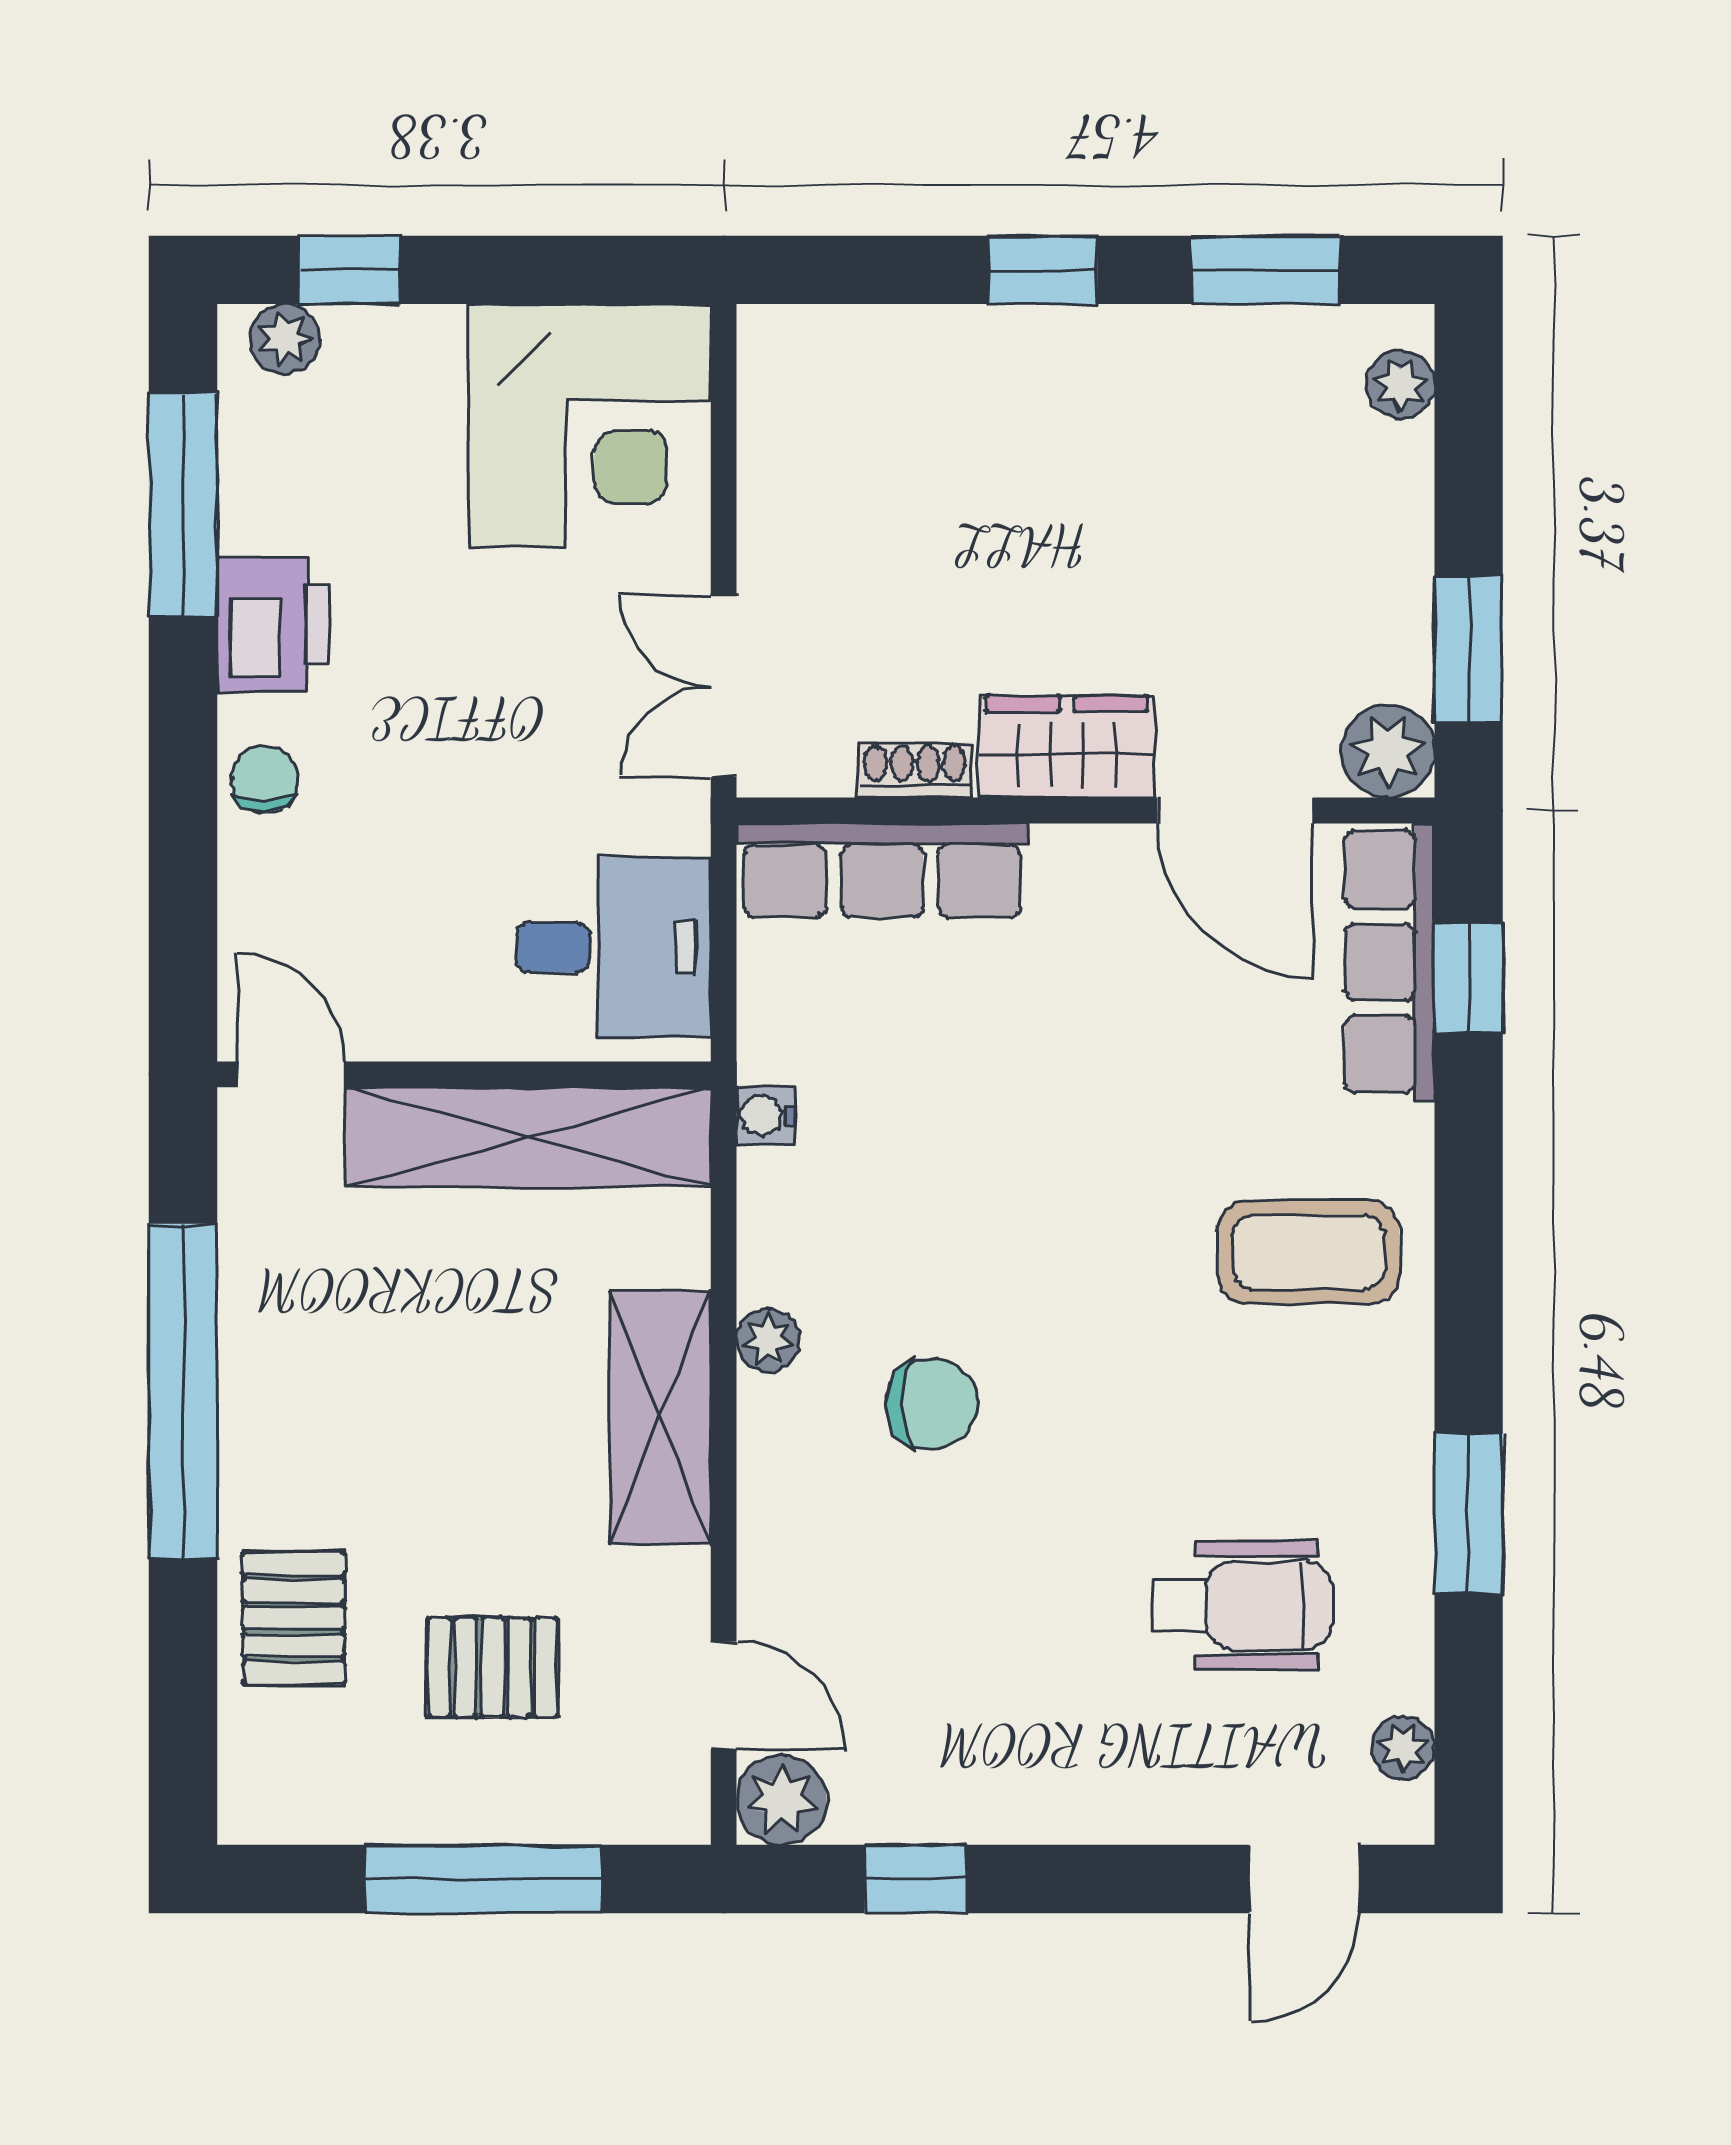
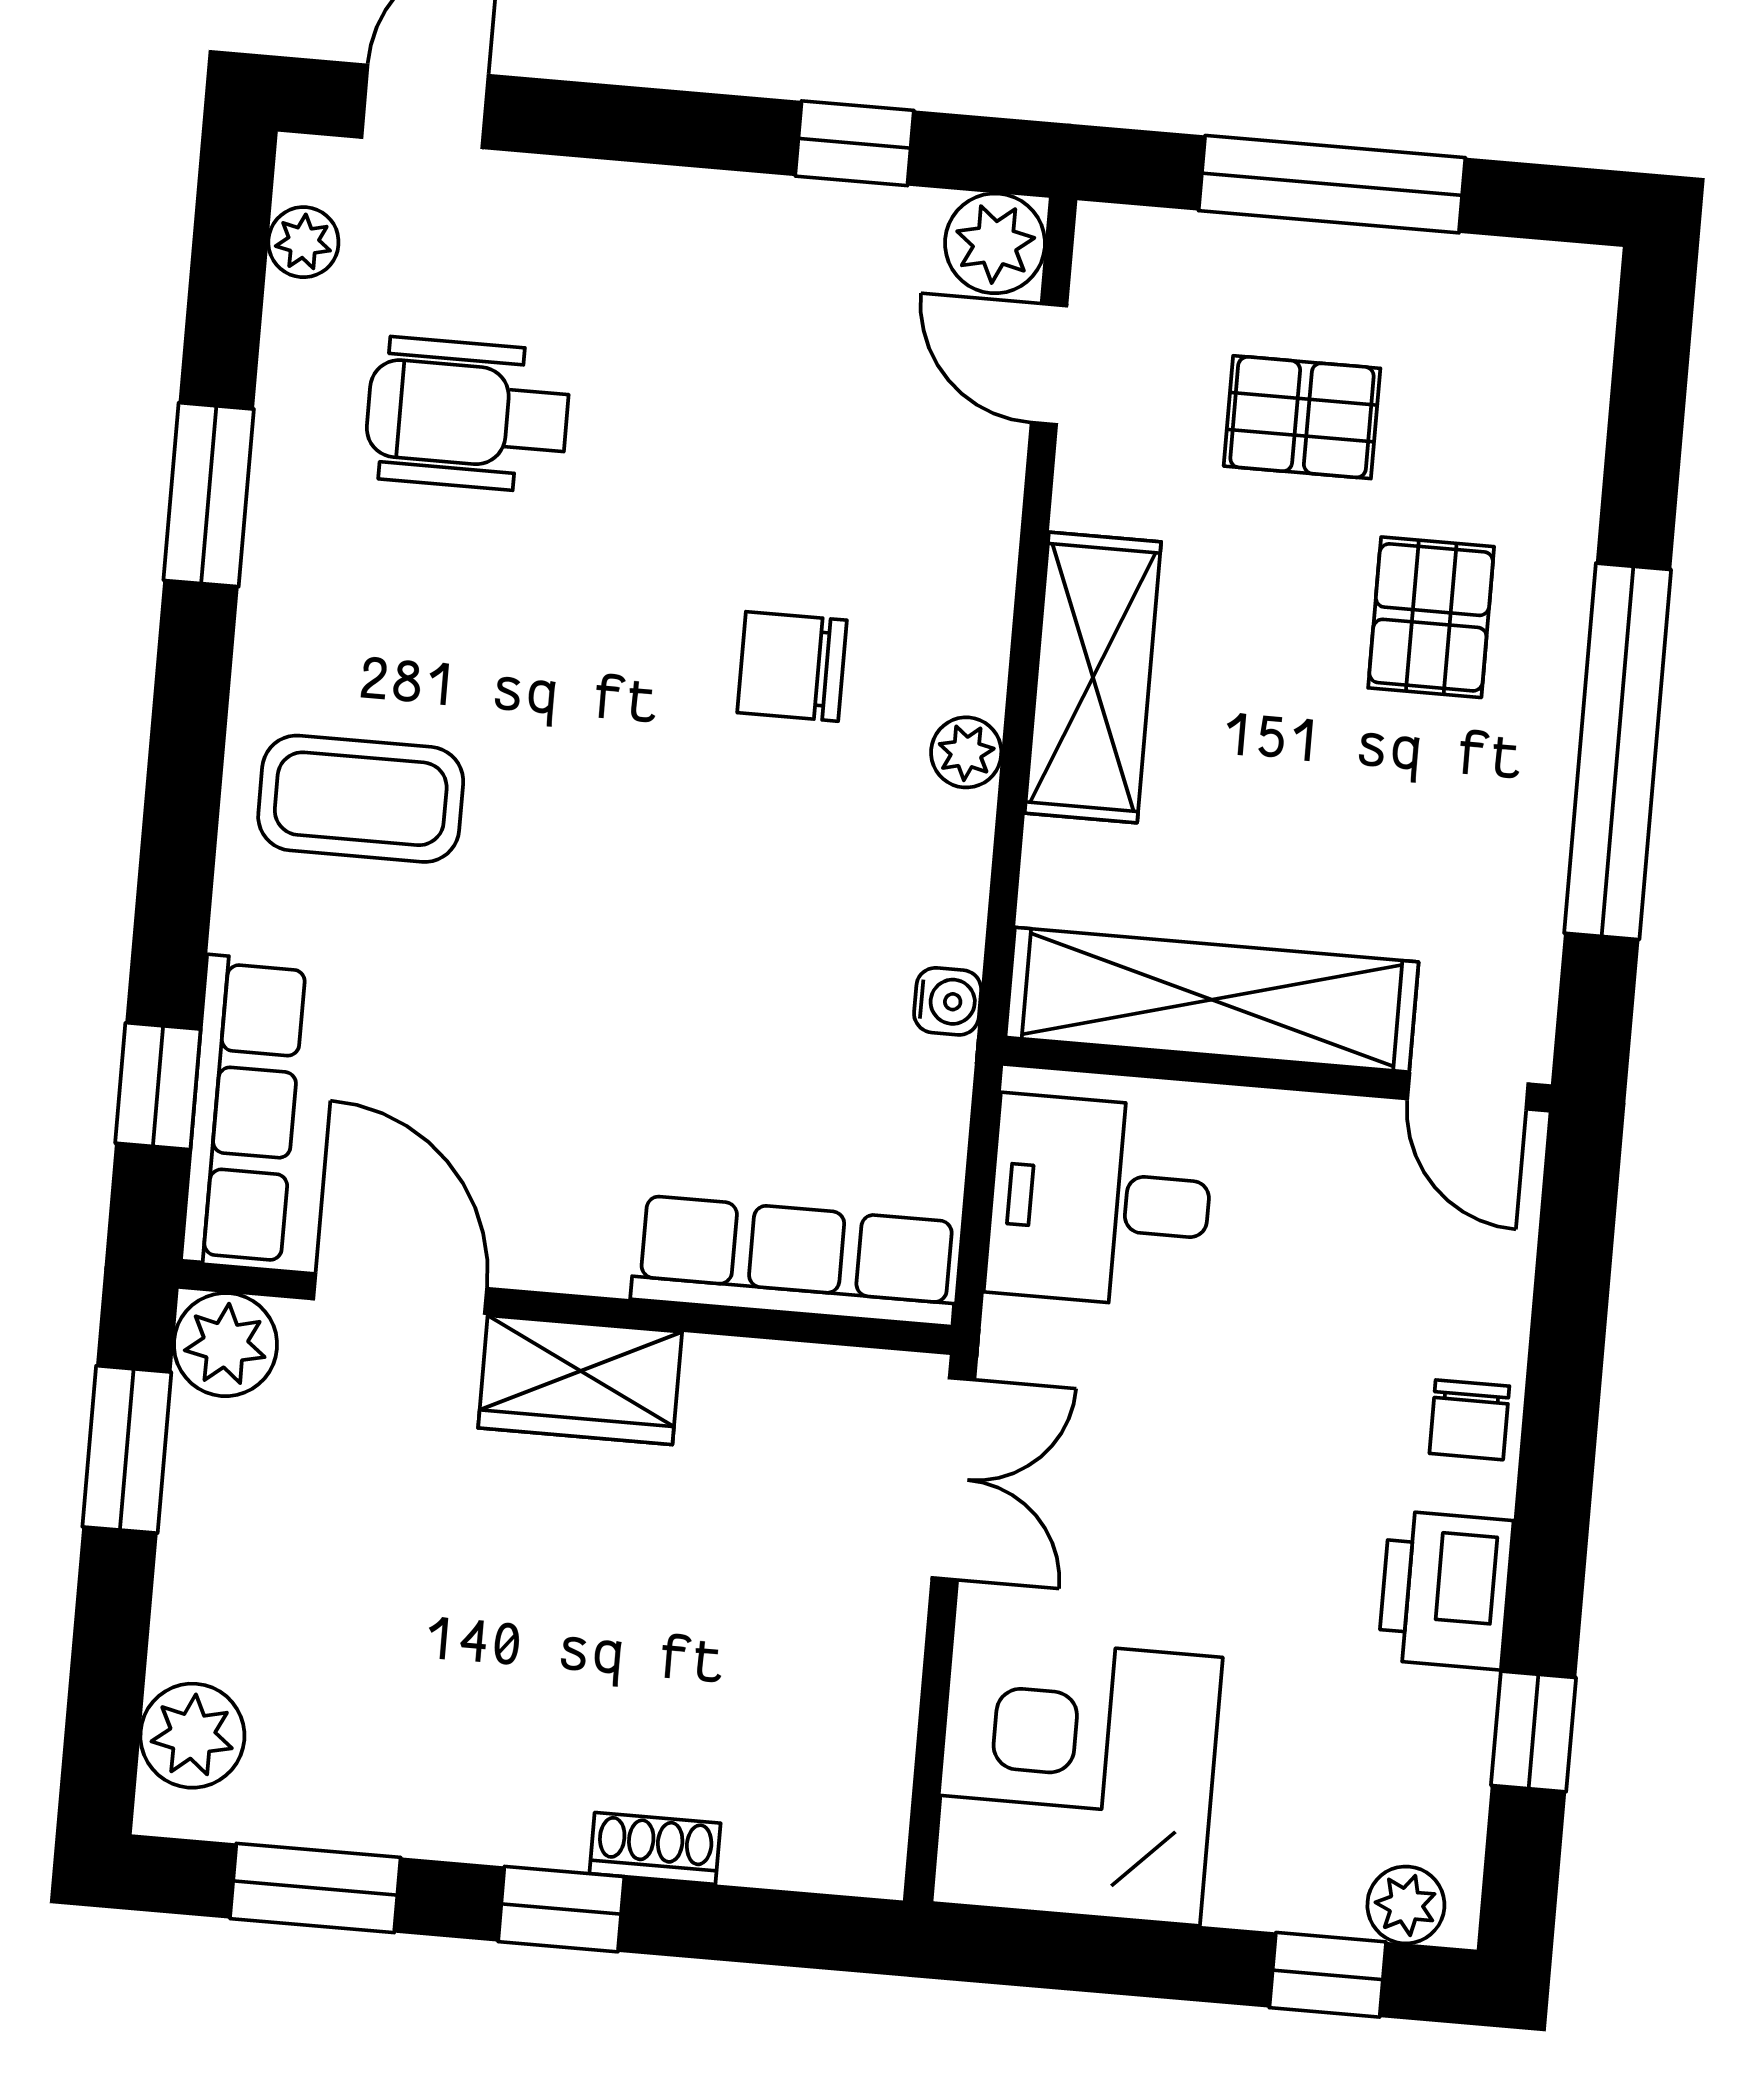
plant: (1400, 384) -> (192, 1736), width x1.38, depth x1.38
window: (183, 504) -> (1533, 1731), width x0.46
shoe rack: (915, 770) -> (655, 1848), moved, turned 180
pallet: (294, 1618) -> (1431, 617), moved

